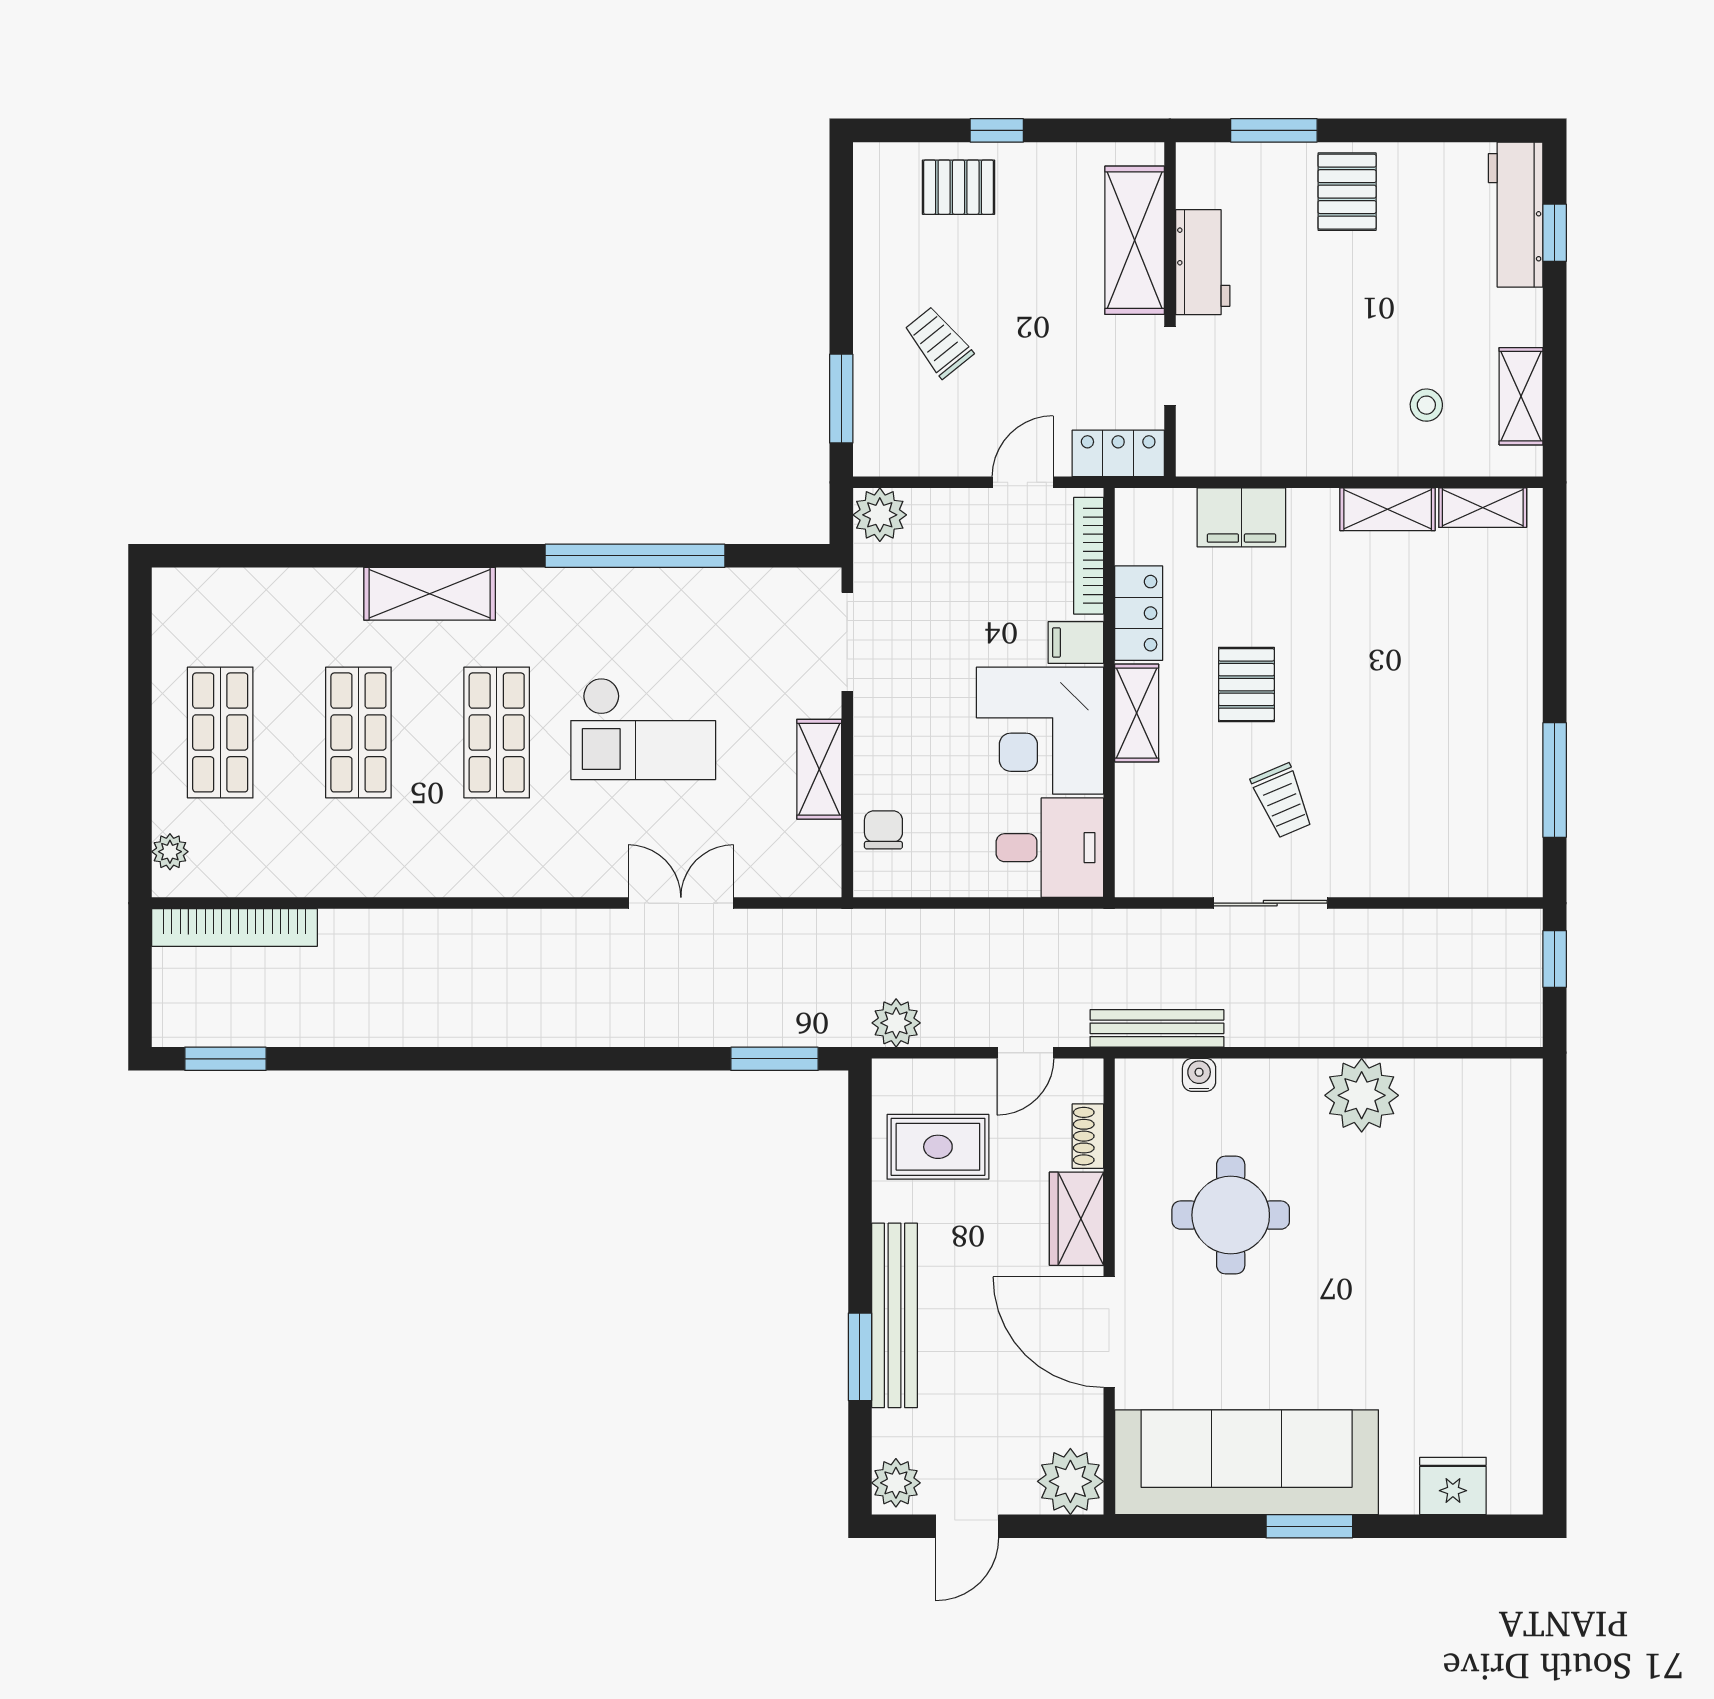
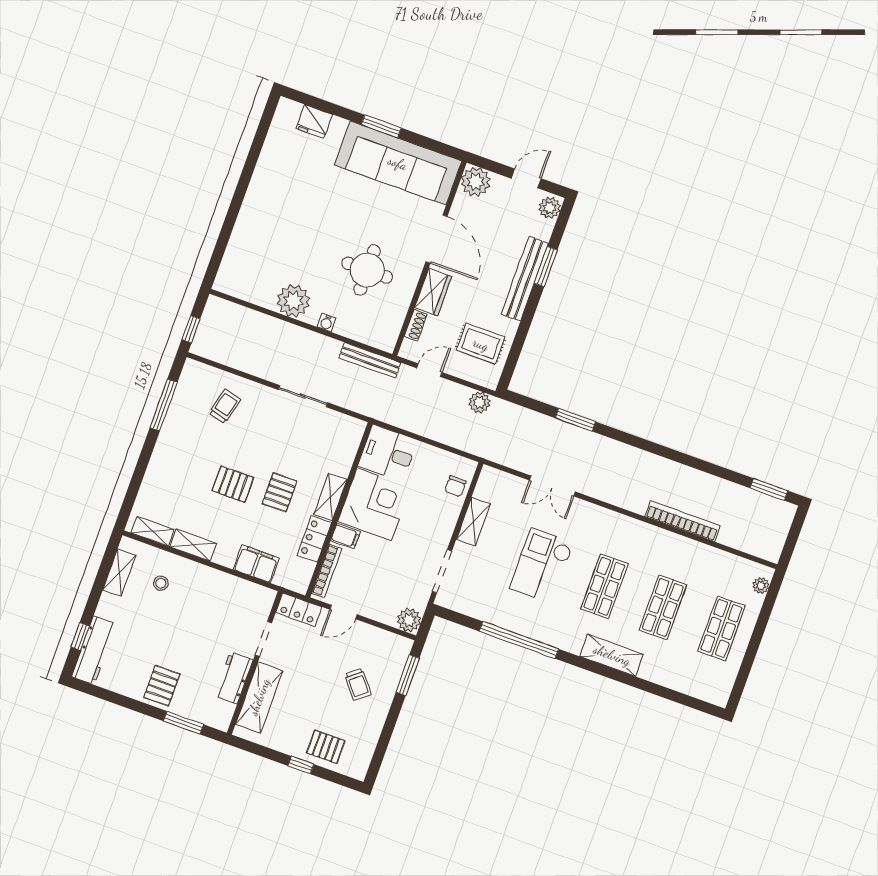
pallet: (1350, 666) -> (233, 484), added
checkout: (643, 729) -> (542, 566), turned -90
trolley: (1282, 801) -> (225, 406), moved, turned 37
bookcase: (234, 927) -> (683, 521), moved
window: (774, 1059) -> (575, 420), moved
water cooler: (1199, 1075) -> (327, 322), moved

